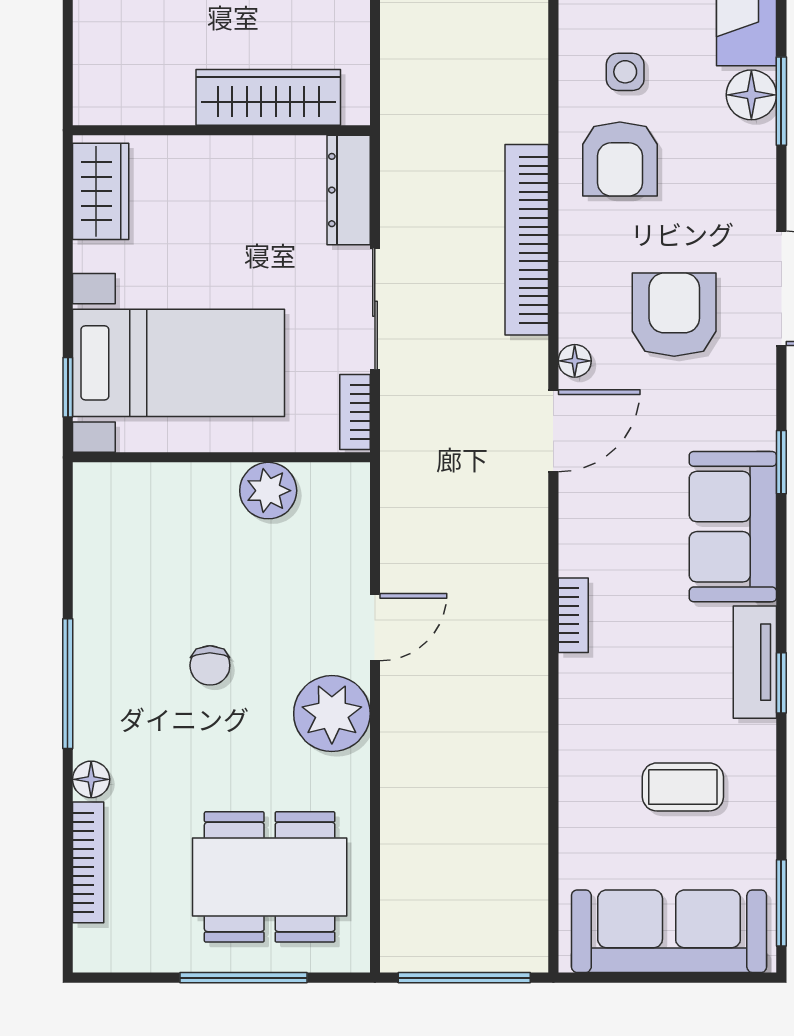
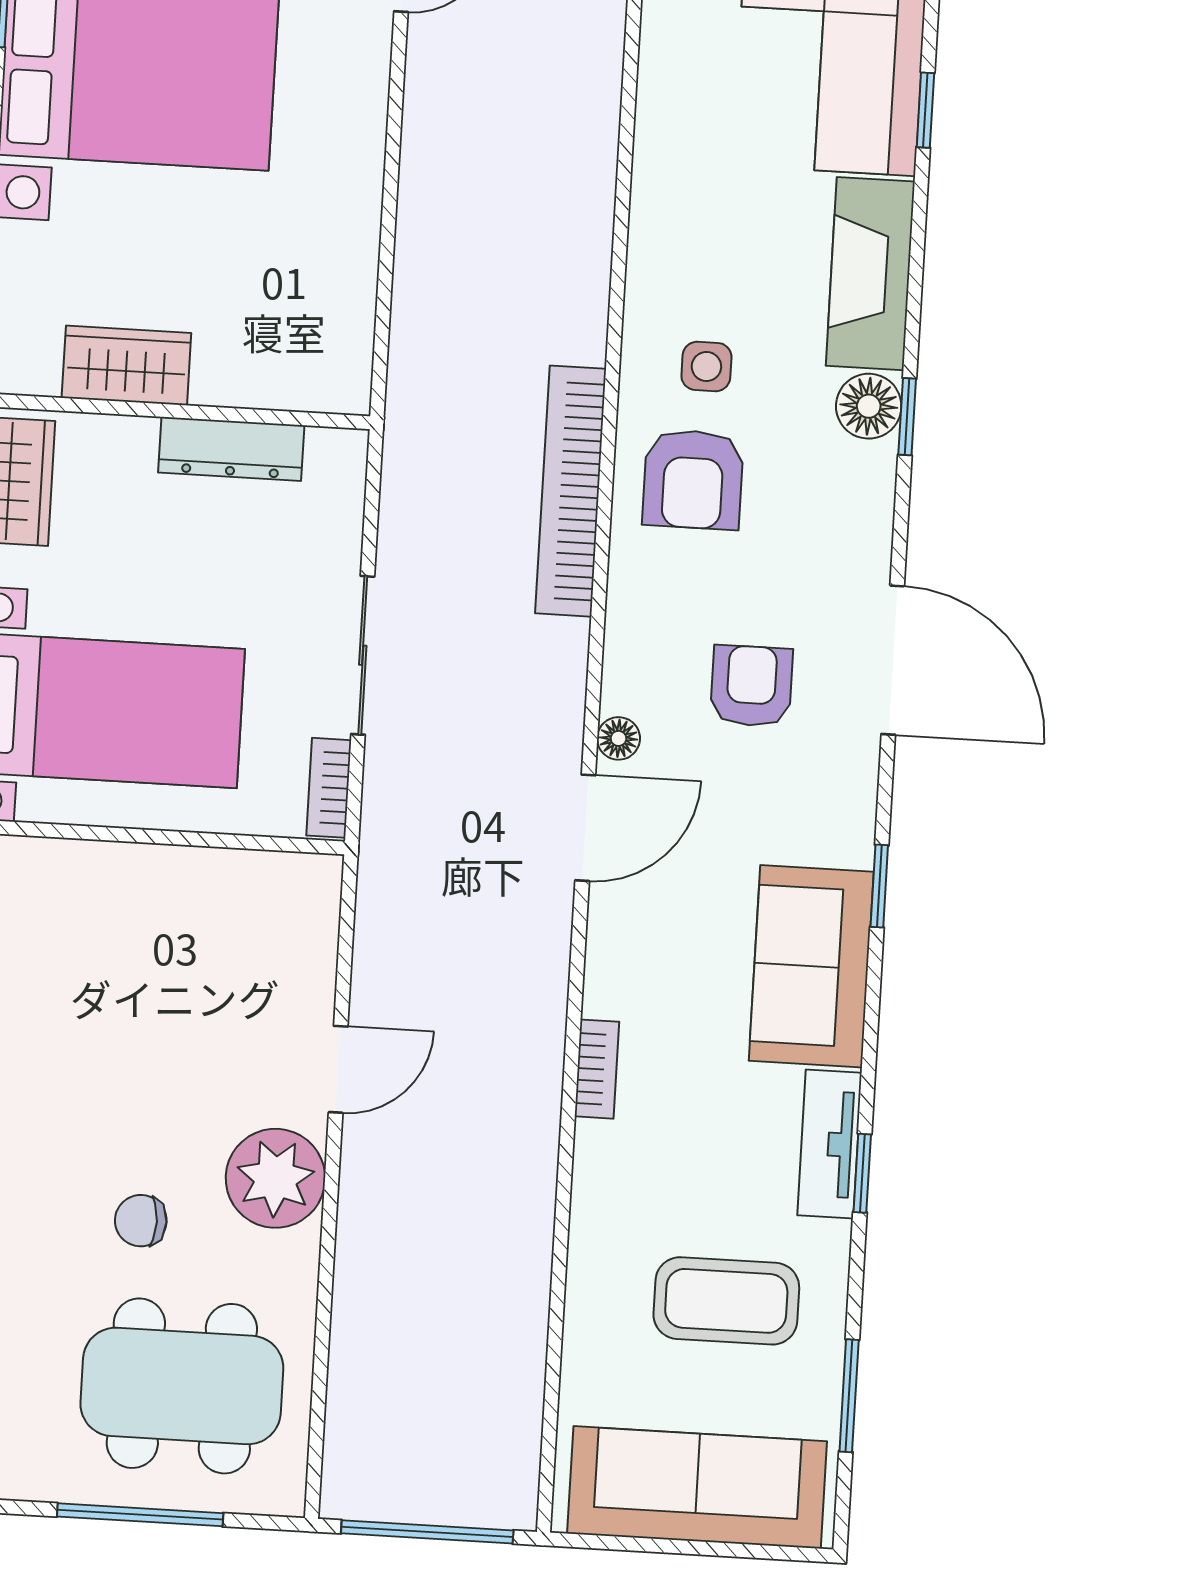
wardrobe: (268, 97) -> (126, 365), moved, width x0.67
window: (781, 101) -> (907, 417), width x0.67
dresser: (349, 190) -> (231, 449), moved, turned -90
bookcase: (527, 240) -> (571, 491), moved
armchair: (674, 315) -> (751, 686), width x0.72, depth x0.72
plant: (268, 491) -> (210, 883), removed
chair: (210, 665) -> (141, 1221), moved, turned 90
coffee table: (683, 787) -> (726, 1301), width x1.36, depth x1.30
window: (781, 903) -> (849, 1396), moved

